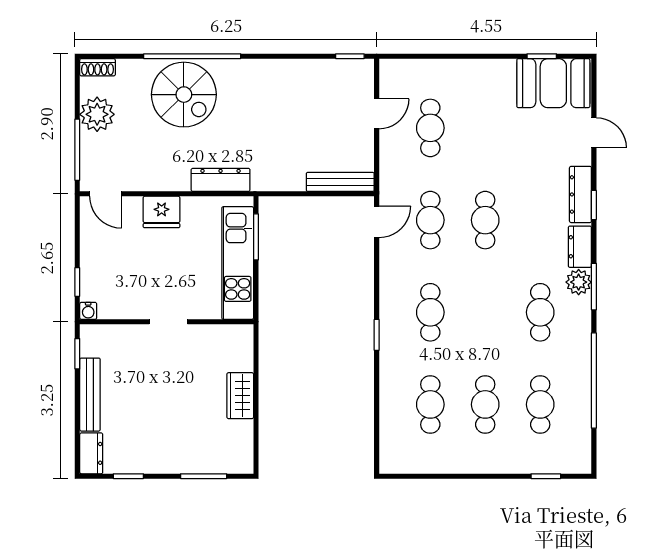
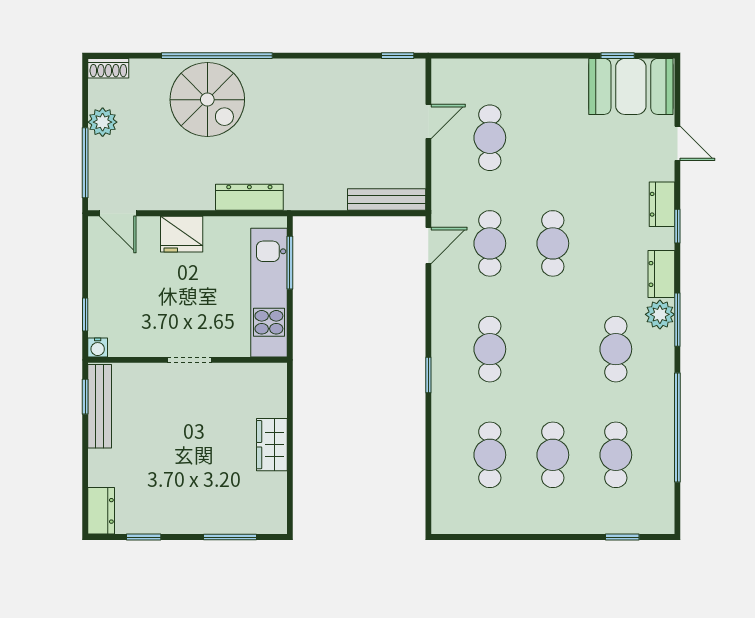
plant: (97, 114) -> (103, 122), width x0.73, depth x0.73
dresser: (580, 194) -> (662, 204), width x0.70
bench: (90, 395) -> (100, 406), moved

